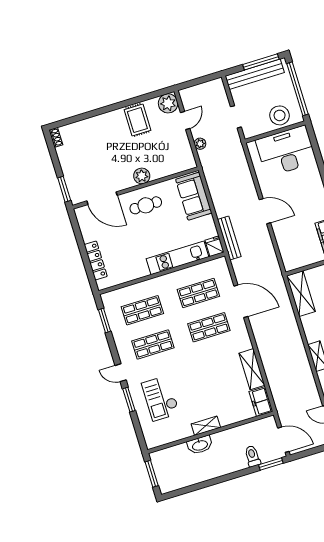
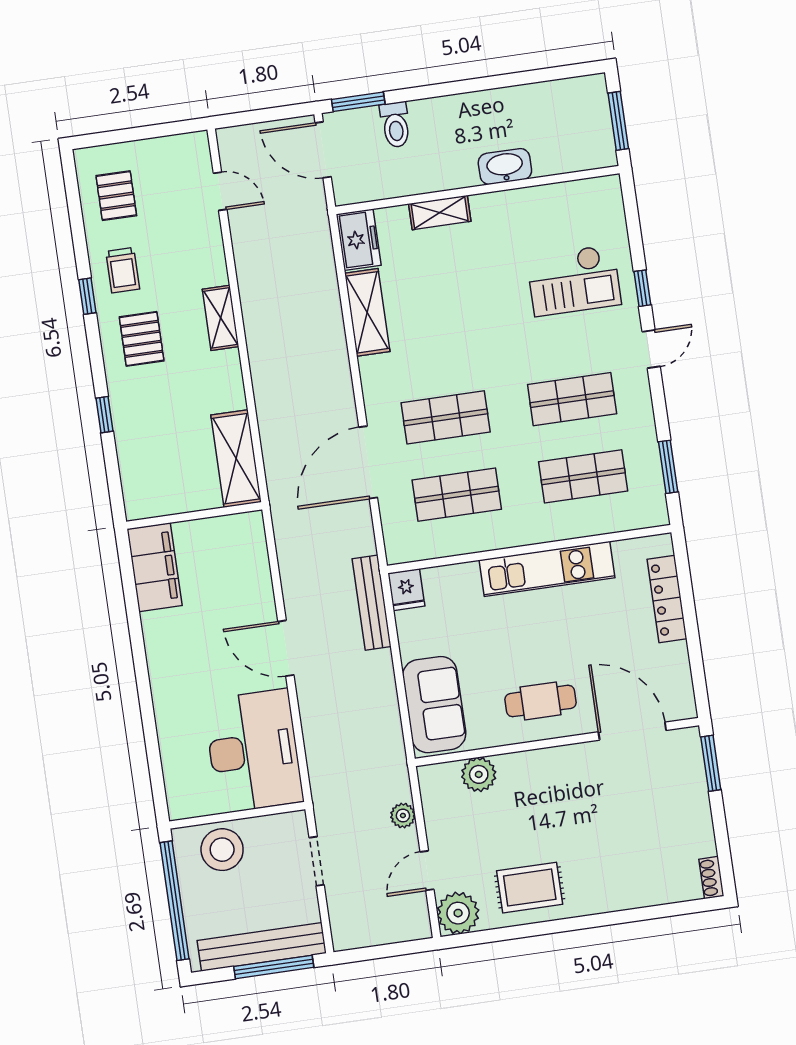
window: (261, 62) -> (274, 967), moved
rug: (137, 120) -> (530, 888), turned 90
desk: (286, 151) -> (254, 751), moved, turned -90
plant: (142, 176) -> (479, 774), moved
kitchen unit: (178, 258) -> (547, 569), moved
door: (241, 301) -> (368, 462), hinge flipped
door: (121, 373) -> (651, 349), hinge flipped
checkout: (161, 398) -> (574, 280), turned 90
window: (129, 400) -> (642, 288), width x0.67
shelving: (206, 426) -> (440, 213), moved

